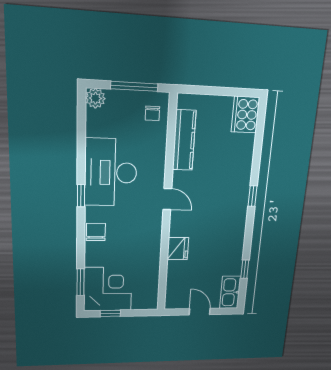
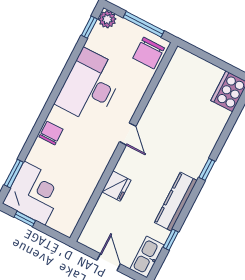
chair: (152, 113) -> (149, 53), width x1.87, depth x1.87
kitchen counter: (184, 140) -> (176, 202), moved, turned 180
window: (81, 196) -> (89, 27), moved

